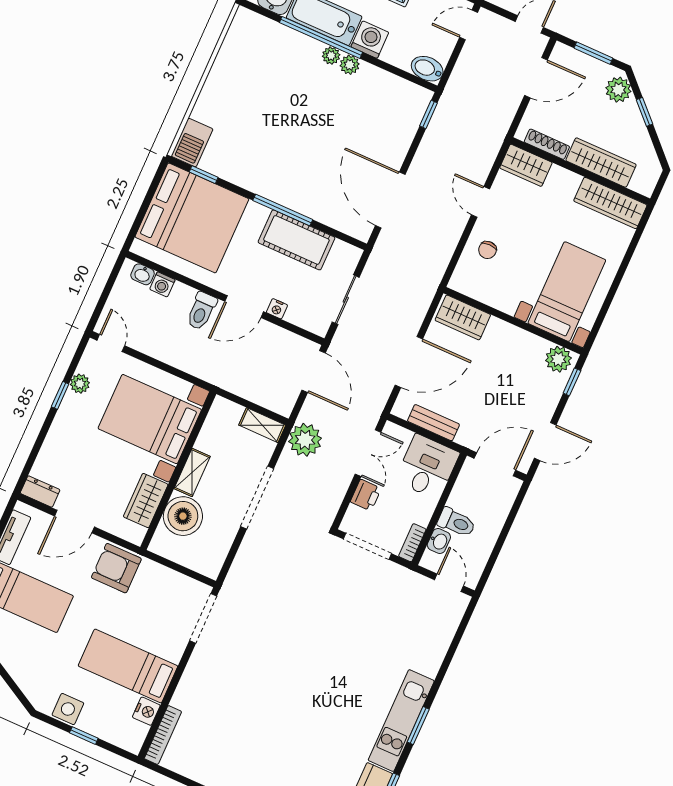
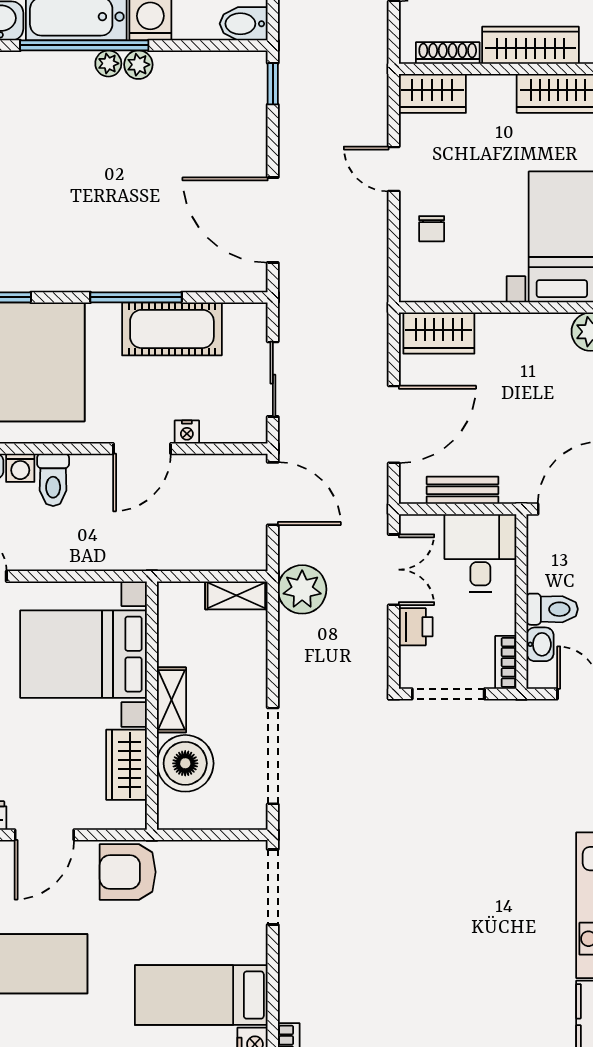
toilet: (201, 311) -> (53, 480), moved
doorway: (257, 498) -> (273, 756), moved

